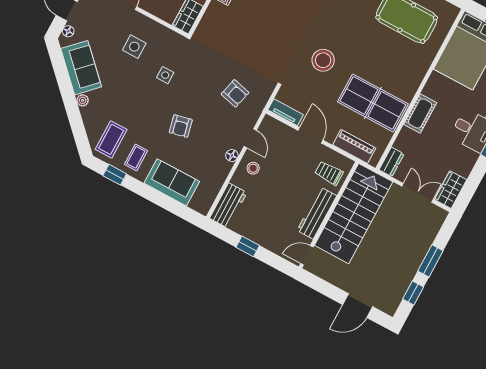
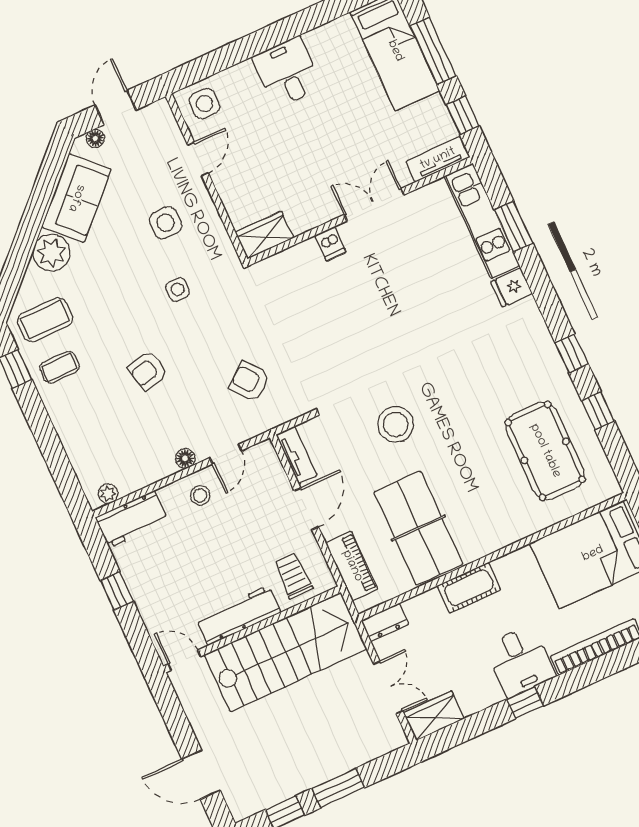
armchair: (235, 93) -> (250, 381), turned 127
plant: (83, 100) -> (51, 253), width x1.88, depth x1.88
sofa: (172, 182) -> (82, 434), removed
plant: (207, 202) -> (108, 494), added

